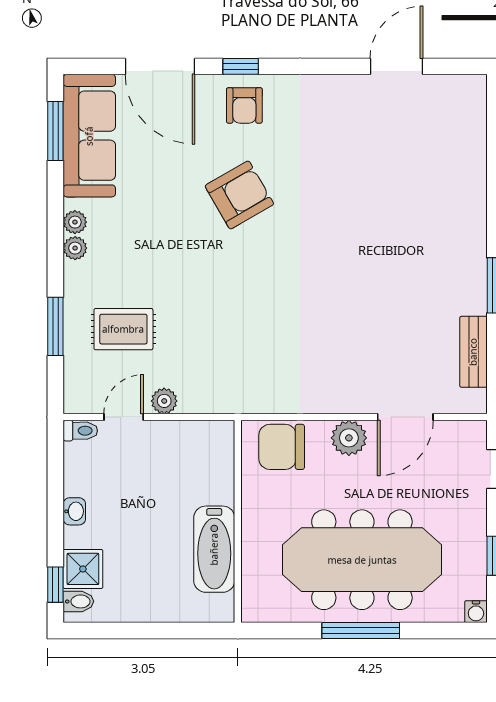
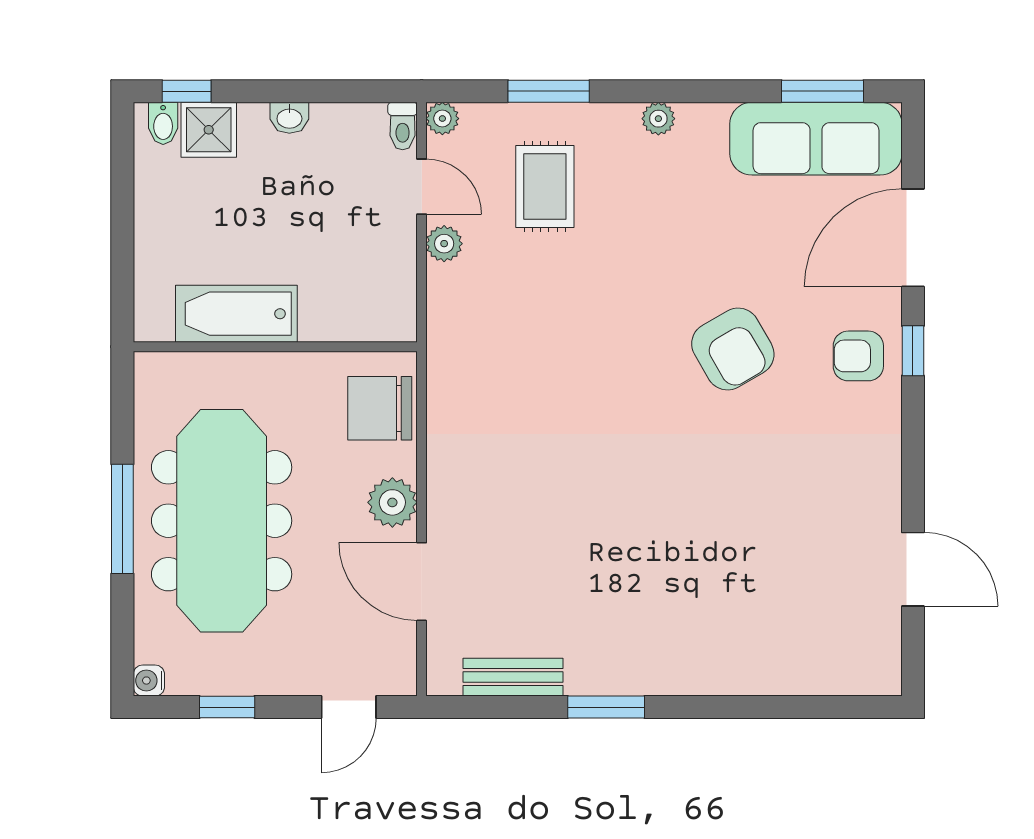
plant: (75, 222) -> (442, 119), moved
chair: (282, 447) -> (380, 408), turned -90

